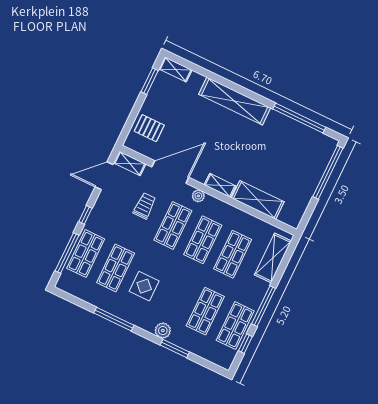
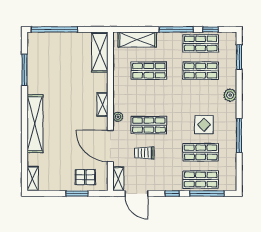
window: (150, 81) -> (77, 194), moved
window: (299, 118) -> (24, 70), width x0.68
pallet: (149, 128) -> (85, 177), turned 90
shelving: (258, 200) -> (100, 52), moved
shop shelf: (203, 240) -> (149, 98), removed
window: (175, 348) -> (239, 57), moved

